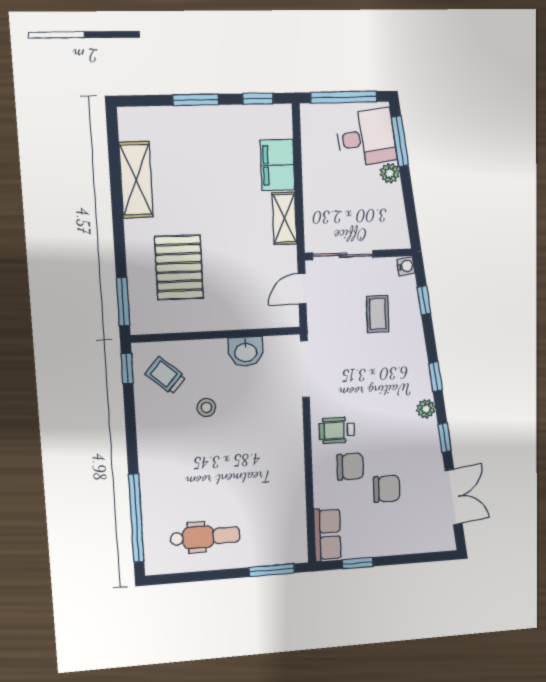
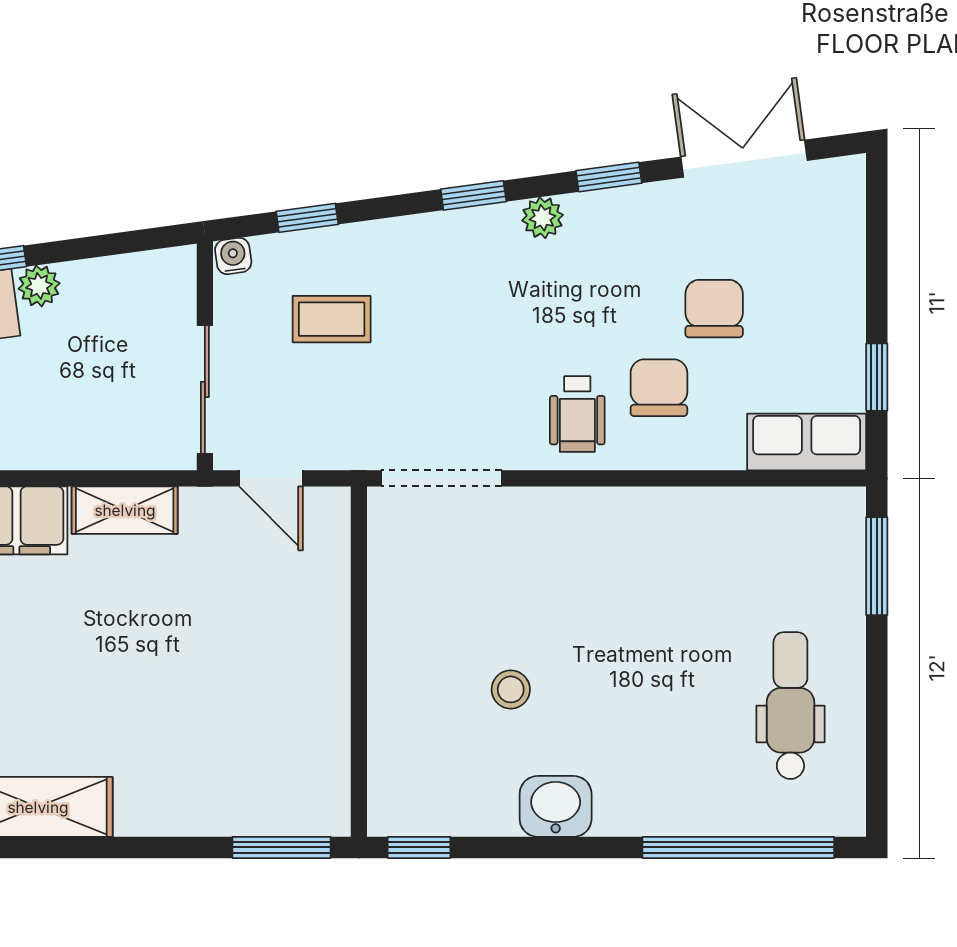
pallet: (179, 268) -> (217, 731), removed
washbasin: (246, 352) -> (556, 806), moved, turned -90
trolley: (165, 375) -> (438, 770), removed

